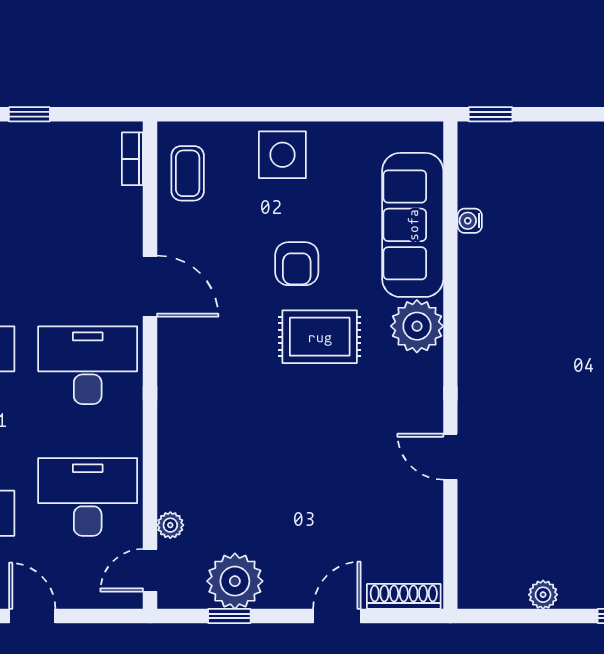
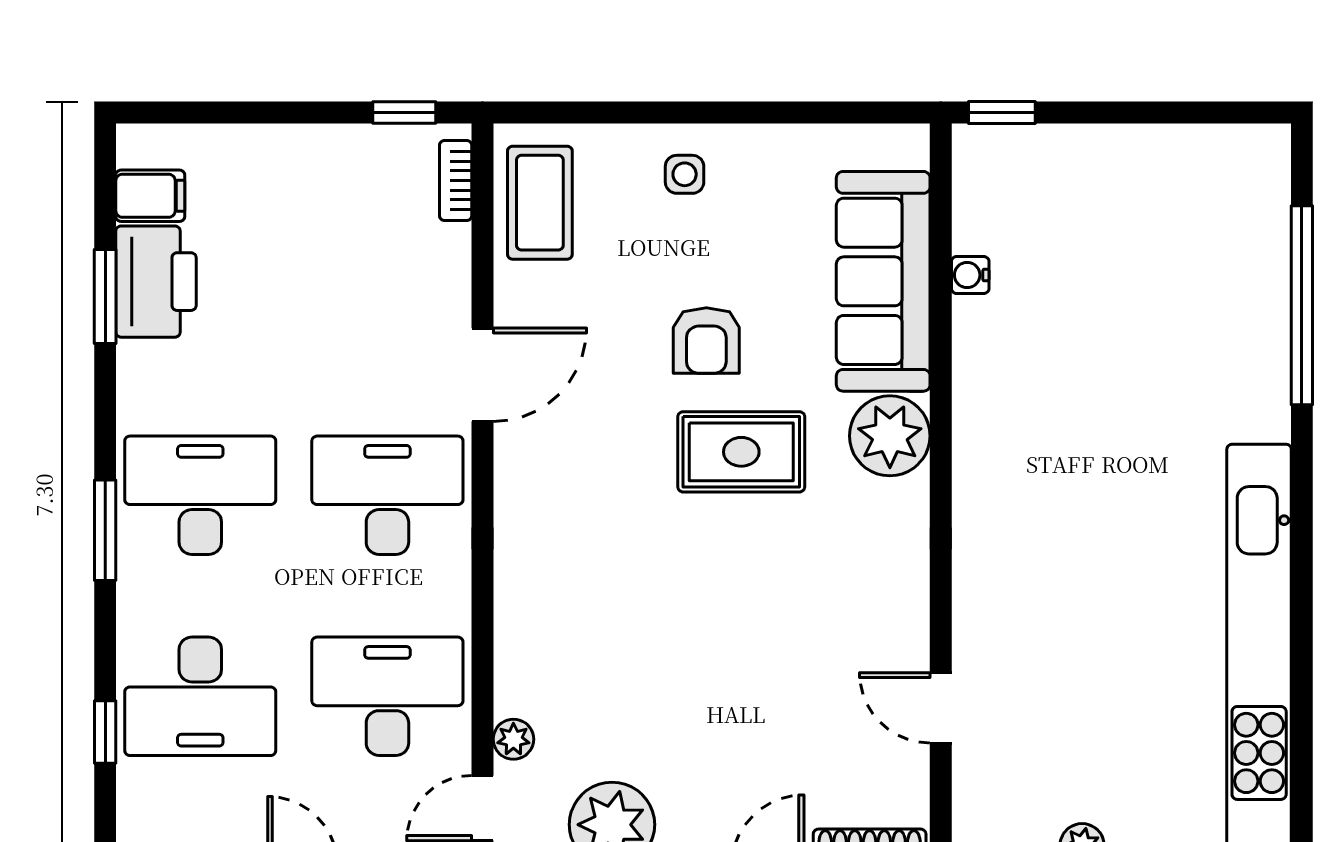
window: (29, 114) -> (404, 113), moved
side table: (282, 155) -> (685, 174), width x0.54, depth x0.54
coffee table: (188, 173) -> (540, 203), width x1.36, depth x1.30
door: (150, 286) -> (483, 375), hinge flipped
door: (450, 457) -> (941, 708), moved

